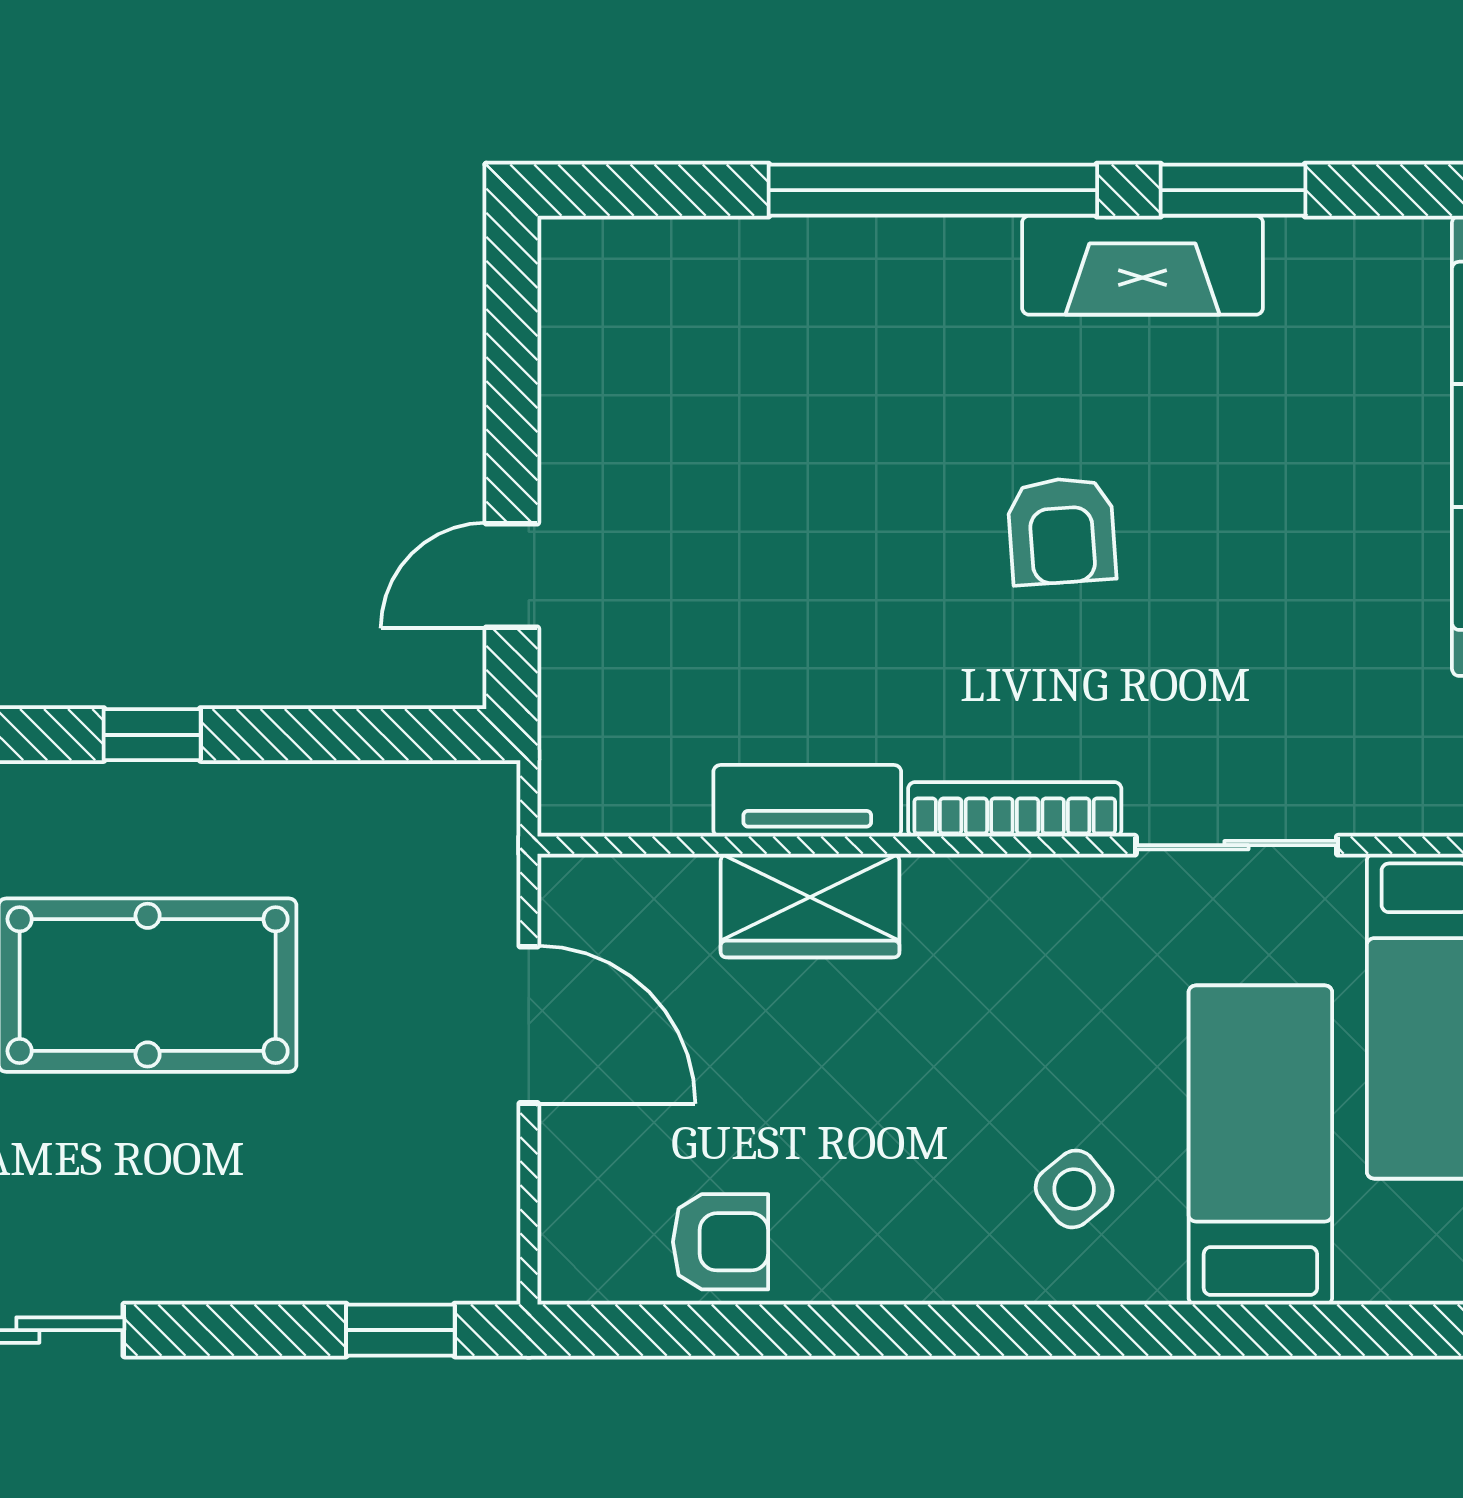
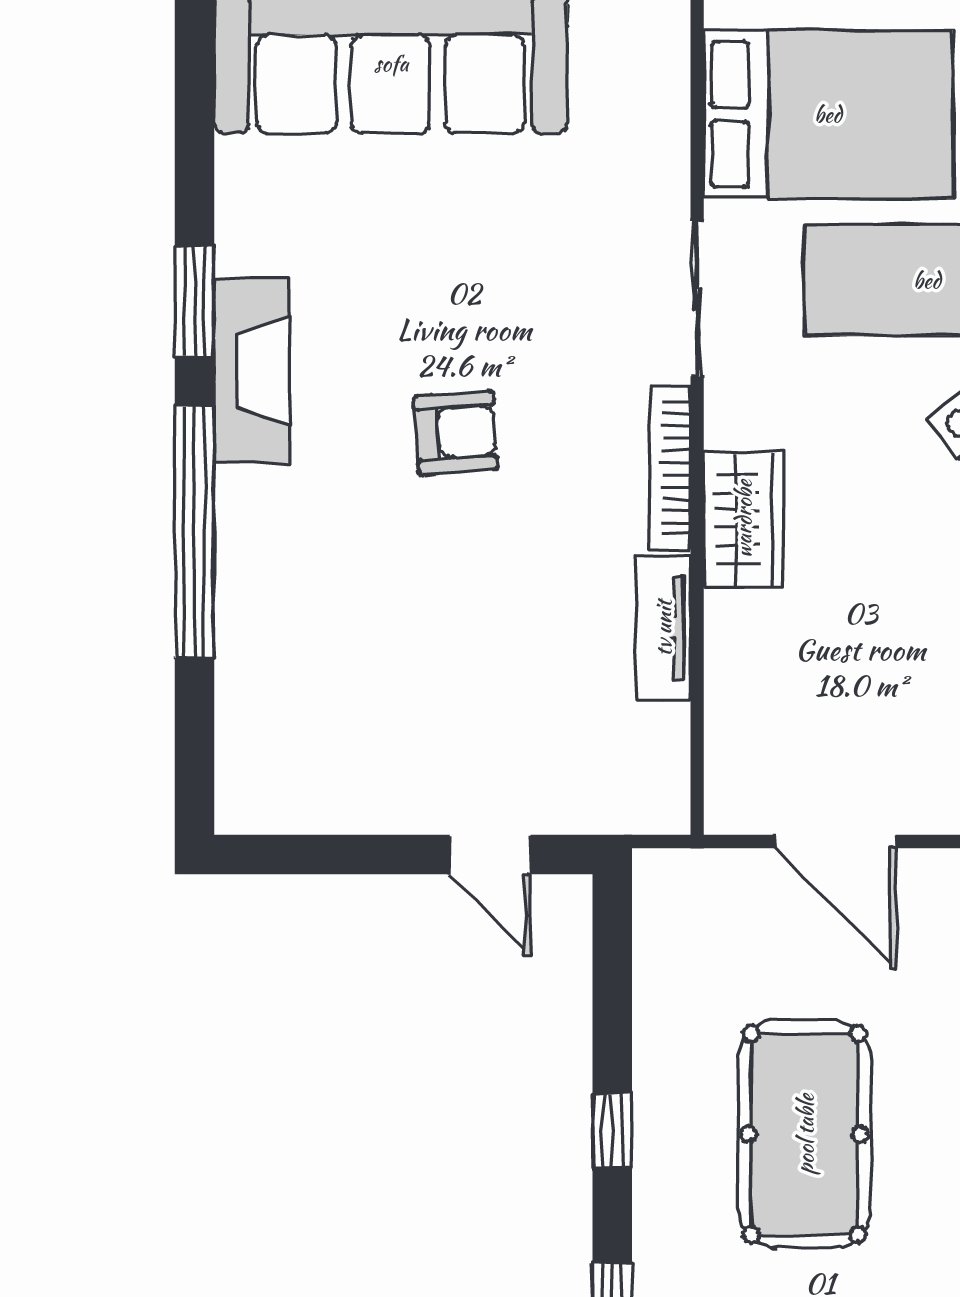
wardrobe: (810, 905) -> (743, 519), moved
door: (529, 1025) -> (835, 842), swing flipped

